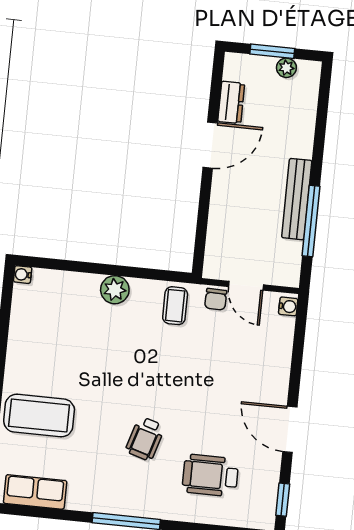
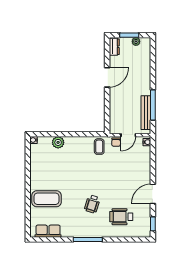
dresser: (231, 102) -> (114, 47), moved
bench: (297, 199) -> (146, 113), moved
door: (246, 286) -> (128, 135), hinge flipped
plant: (115, 290) -> (58, 142), moved
door: (290, 429) -> (153, 194), hinge flipped

